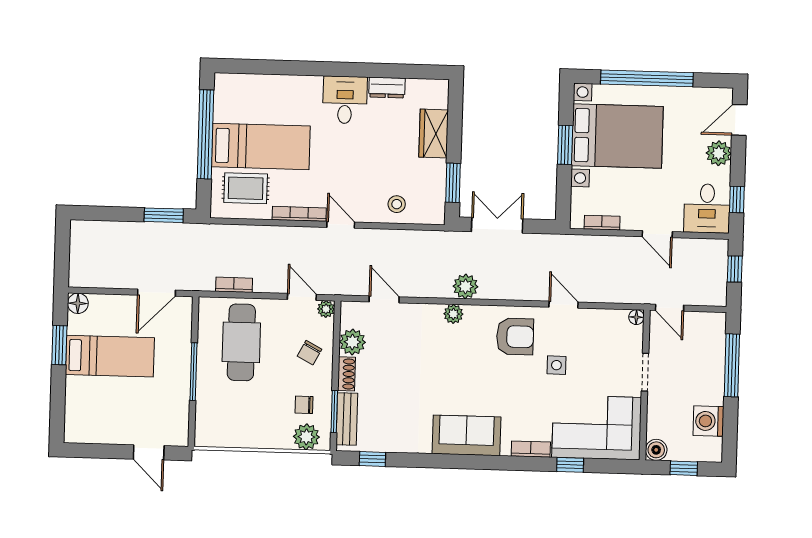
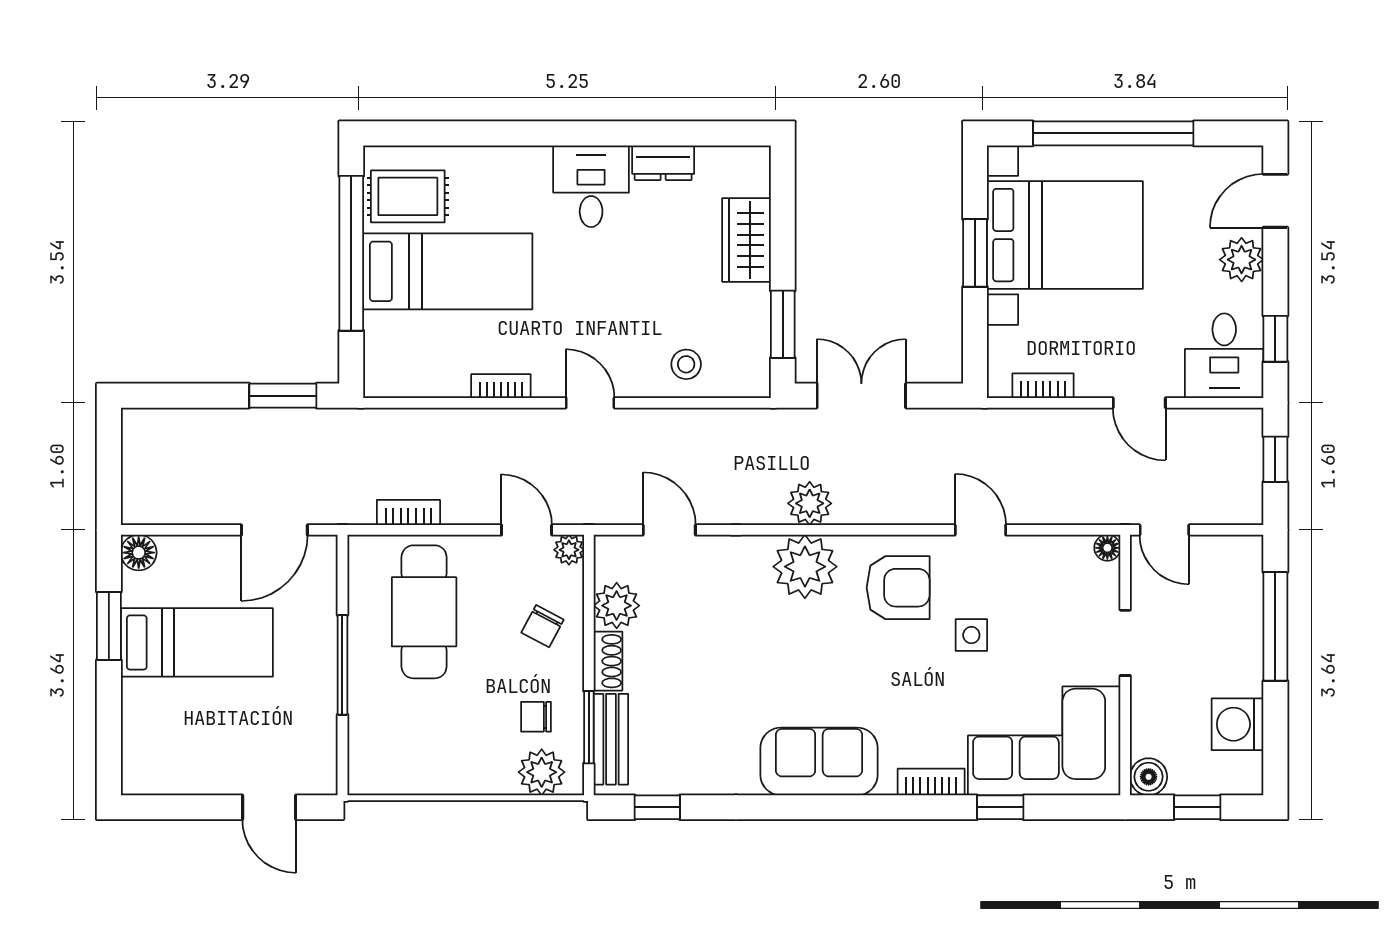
rug: (246, 188) -> (408, 196), moved
bookcase: (299, 214) -> (501, 386), width x0.64
plant: (453, 314) -> (805, 567), width x1.88, depth x1.88

